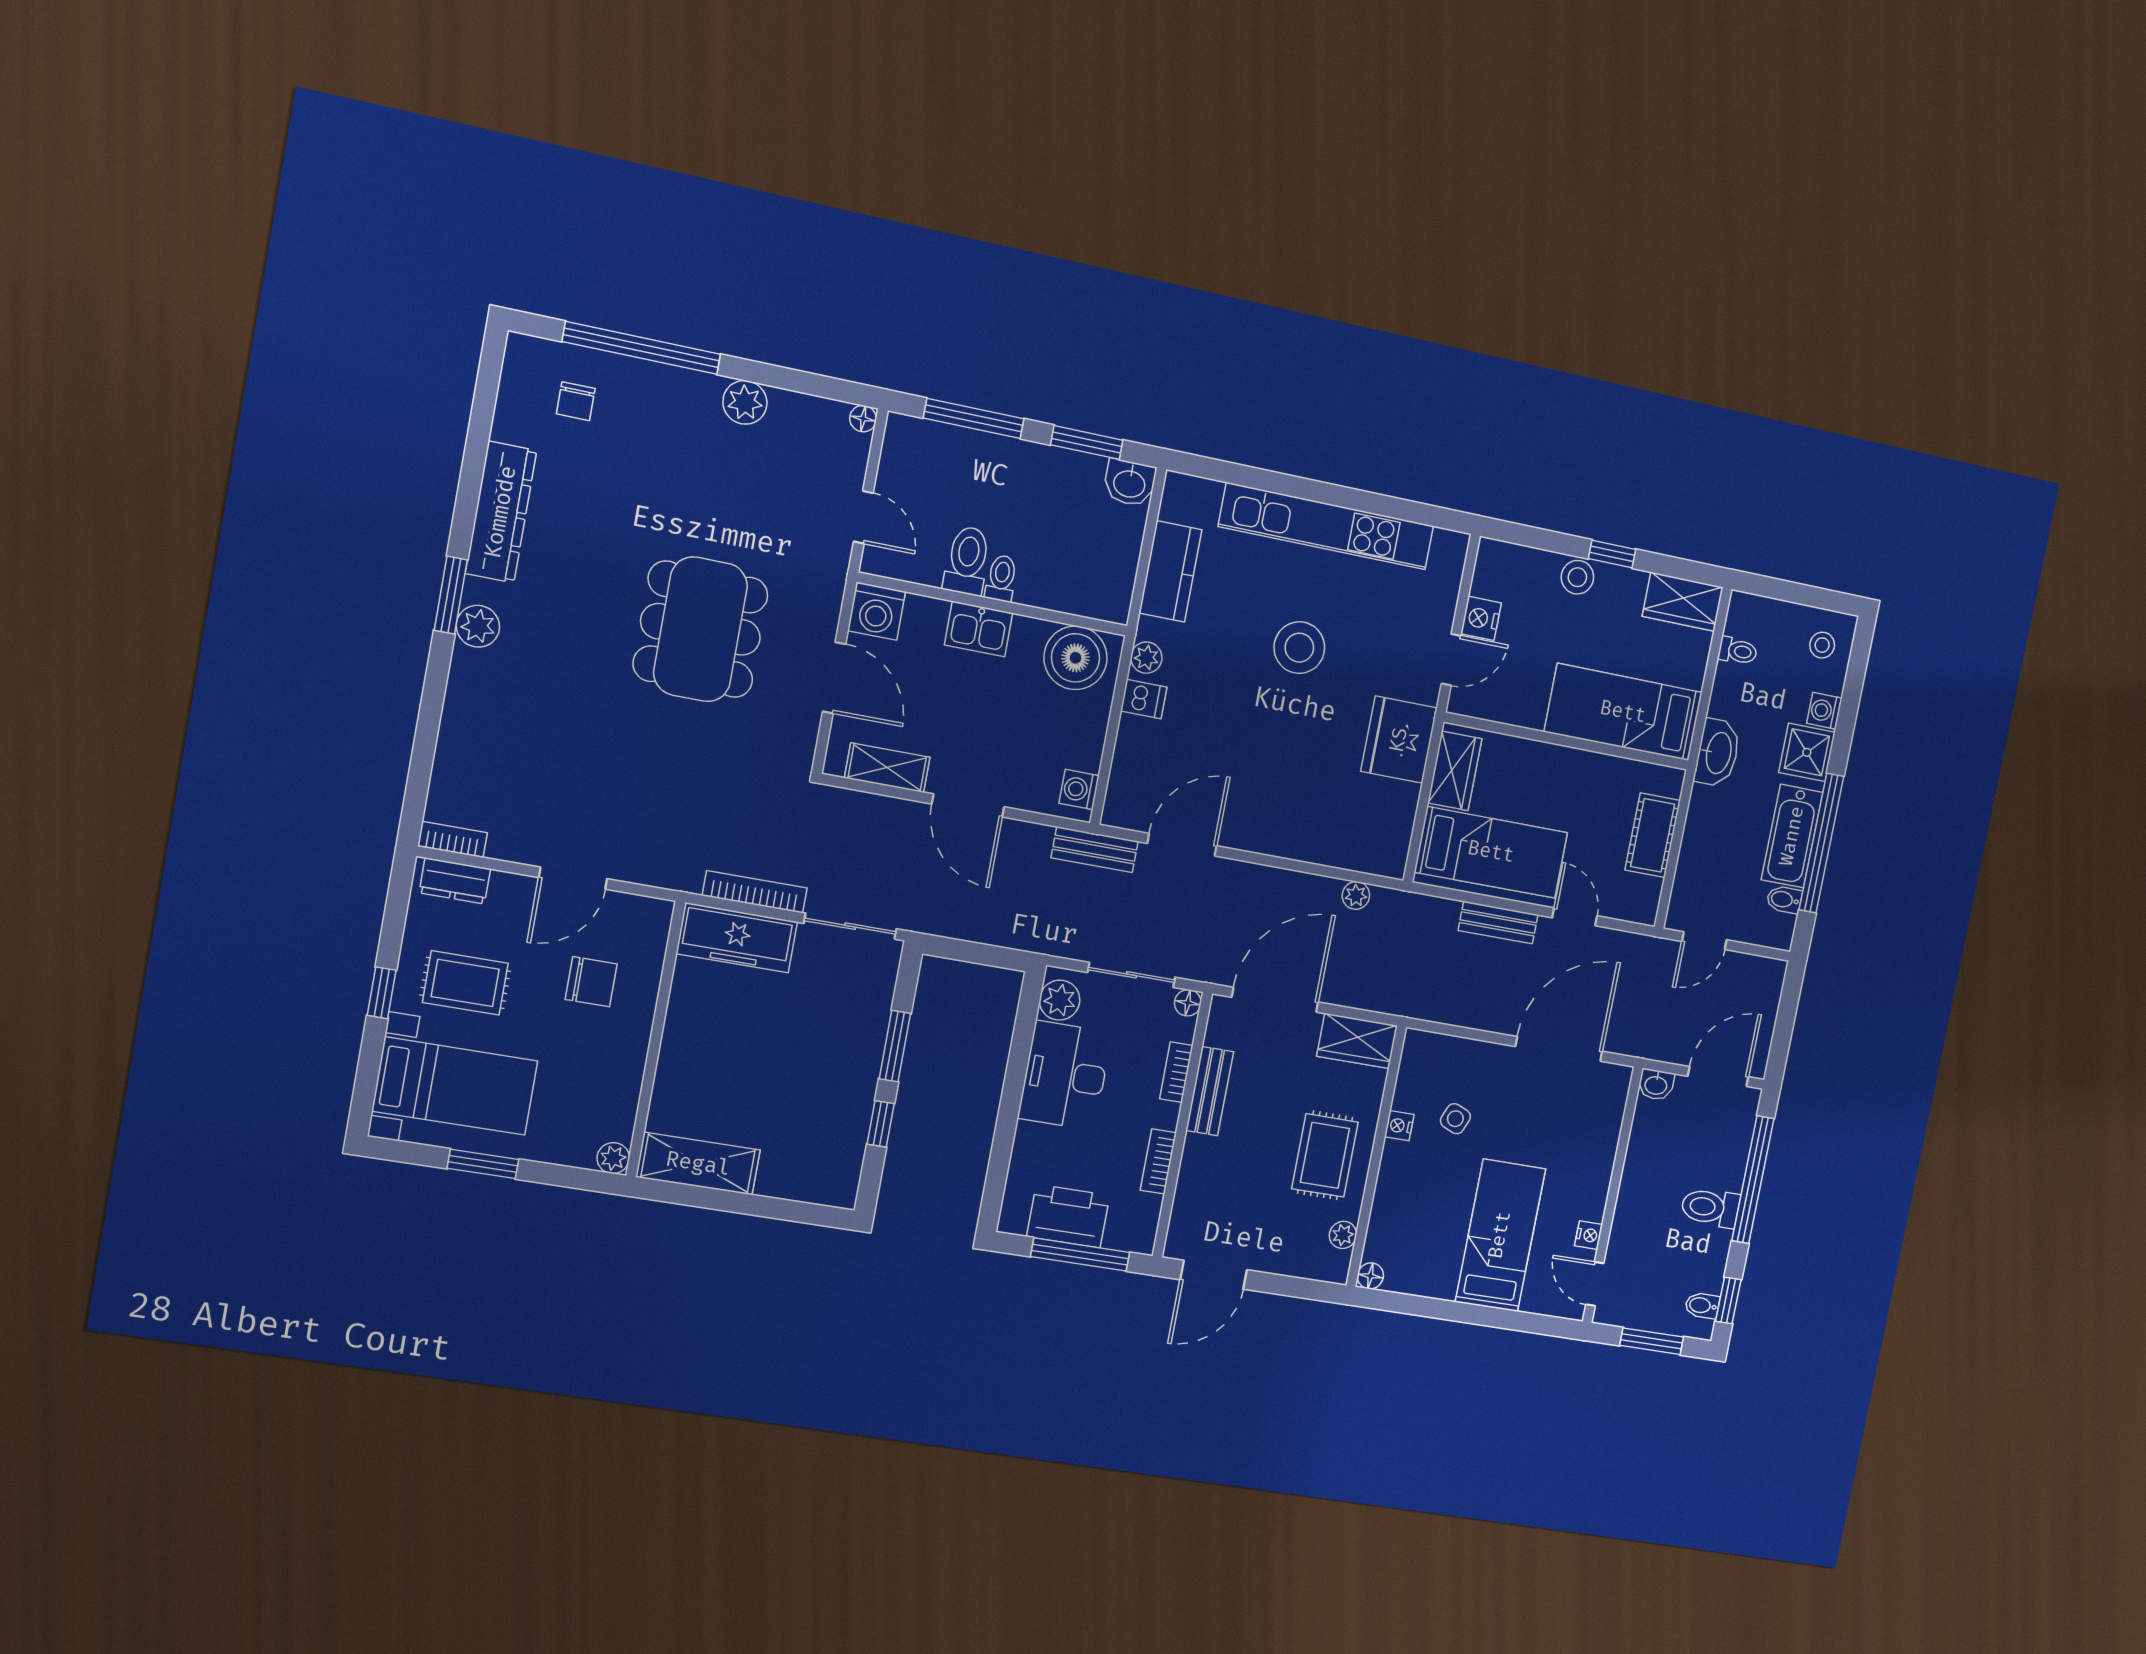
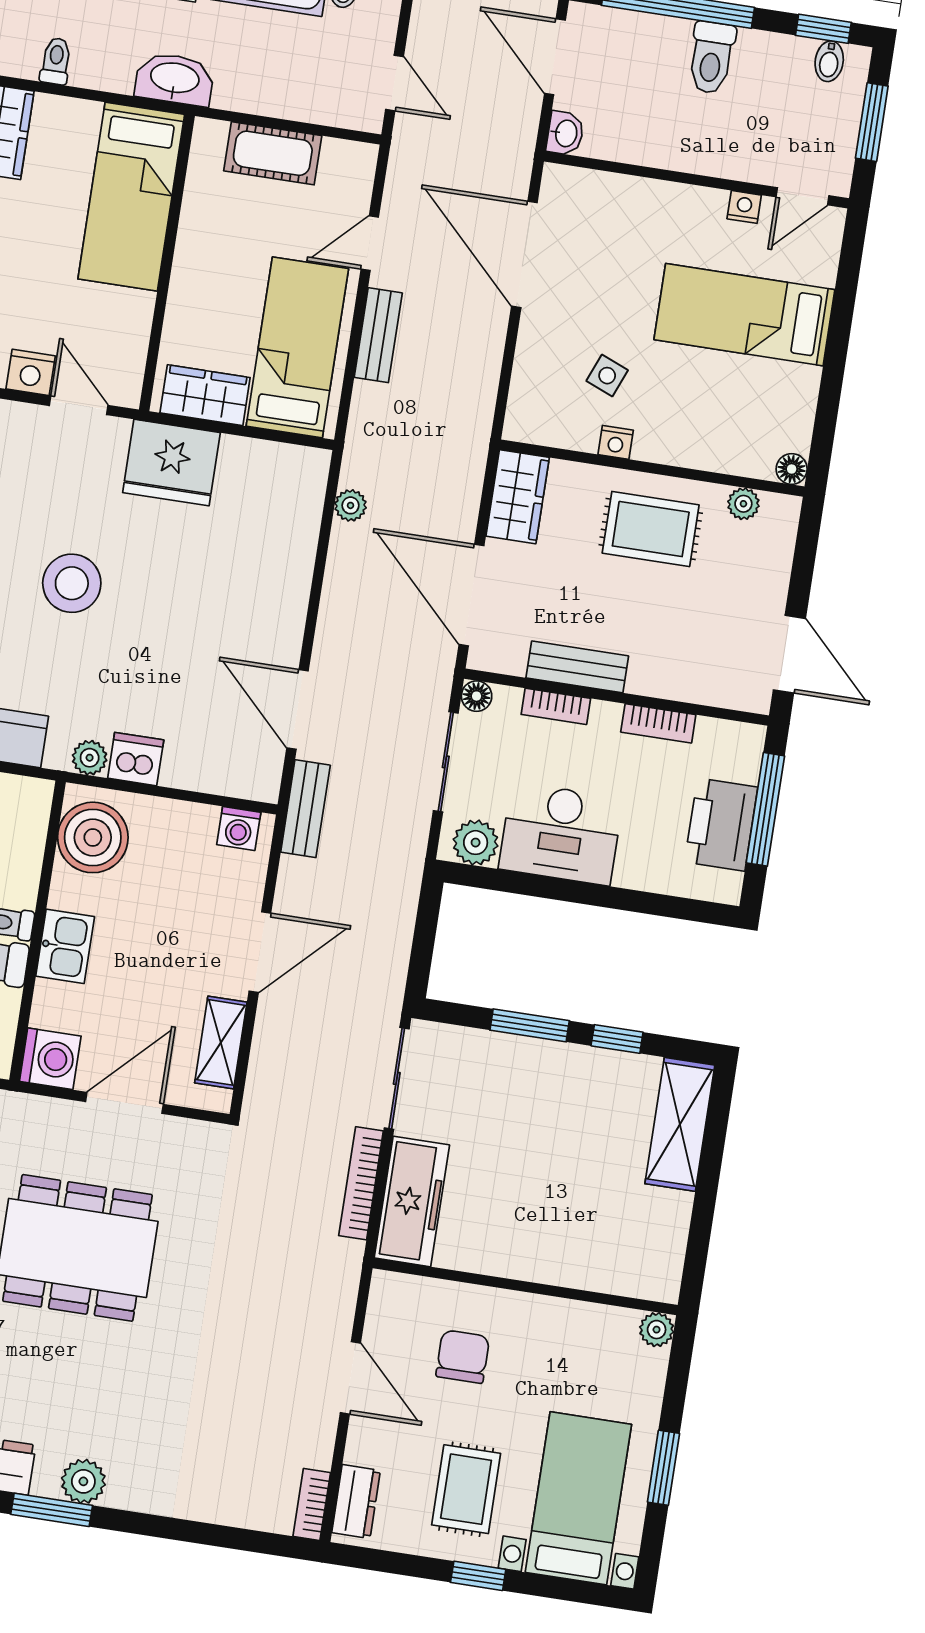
dishwasher: (1144, 699) -> (136, 759), width x1.38
shelving: (698, 1164) -> (680, 1124), moved

